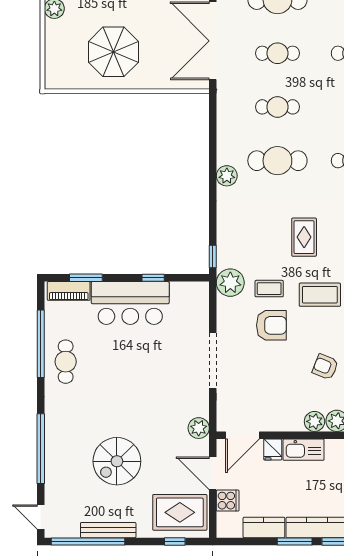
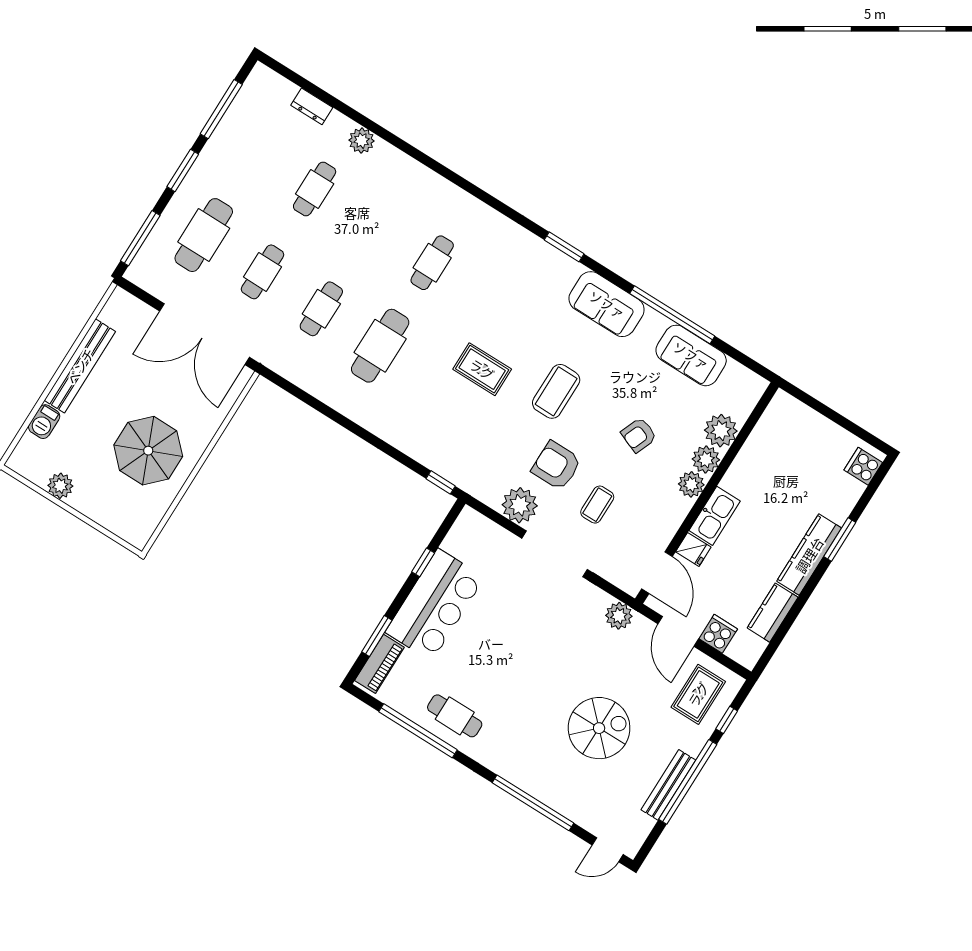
plant: (227, 176) -> (362, 412), removed
plant: (230, 283) -> (520, 505), moved
coffee table: (269, 289) -> (597, 505), moved
armchair: (271, 325) -> (556, 466), turned -90
spiral stairs: (117, 461) -> (599, 728), turned -90
door: (213, 473) -> (678, 631), hinge flipped
rug: (180, 512) -> (698, 694), width x0.73, depth x0.70
window: (88, 541) -> (688, 782), moved
window: (295, 541) -> (809, 588), removed

